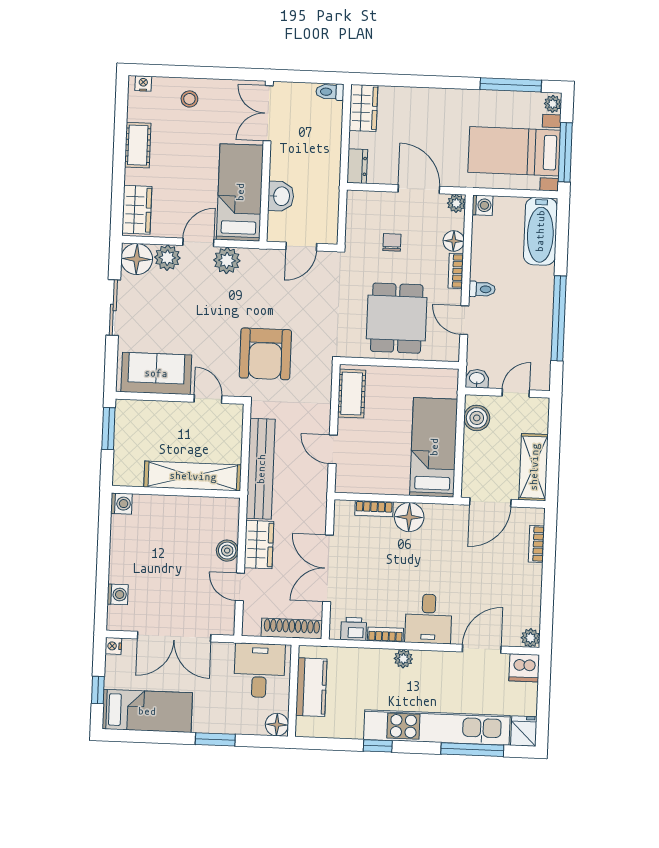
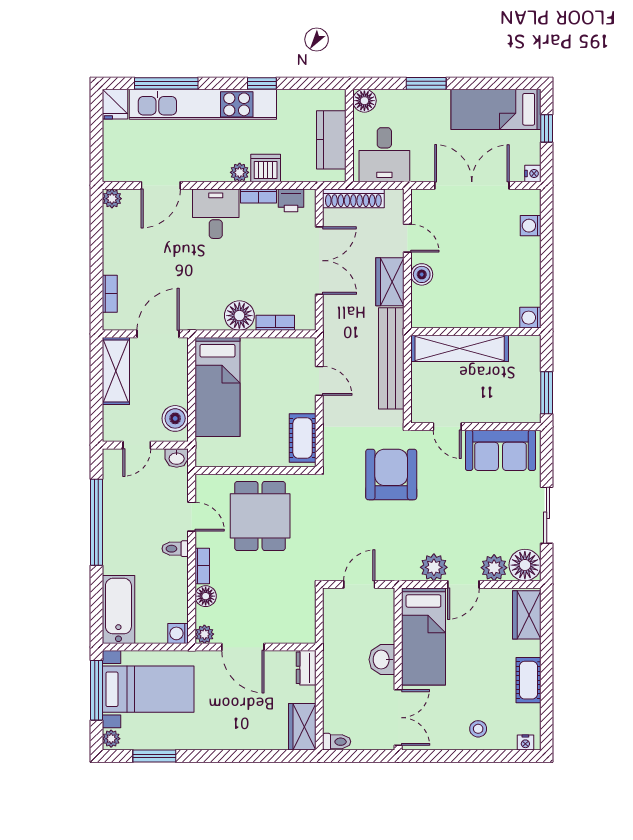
window: (511, 85) -> (154, 756), width x0.69
washbasin: (281, 196) -> (382, 660), moved
chair: (392, 242) -> (268, 592), removed
dishwasher: (524, 668) -> (266, 168), moved

